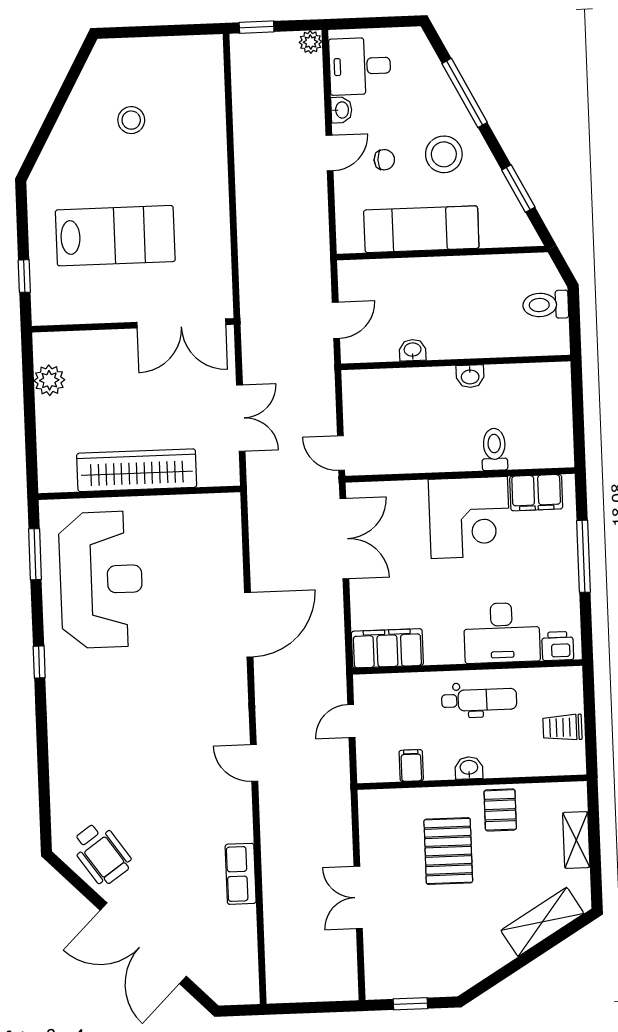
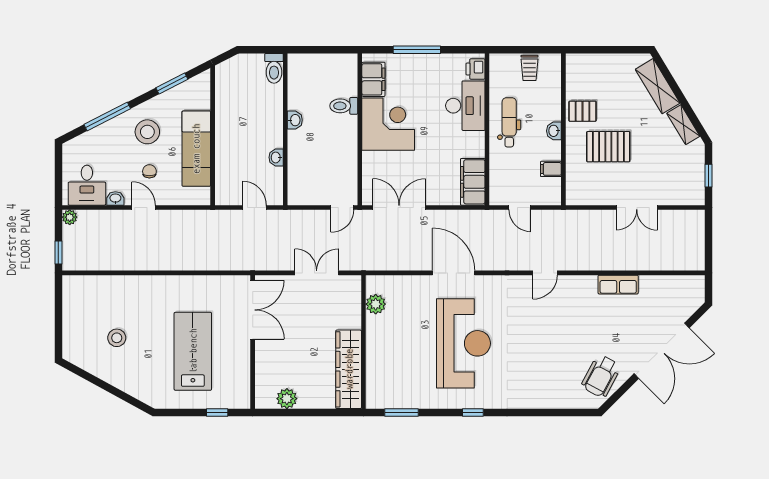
toilet: (546, 305) -> (274, 68), moved
wardrobe: (137, 470) -> (349, 369), moved
plant: (197, 509) -> (376, 304), added
reception desk: (101, 580) -> (463, 343), moved, turned 90
shelving: (576, 840) -> (683, 125), moved, turned 59
wheelchair: (101, 853) -> (601, 376), turned 153

